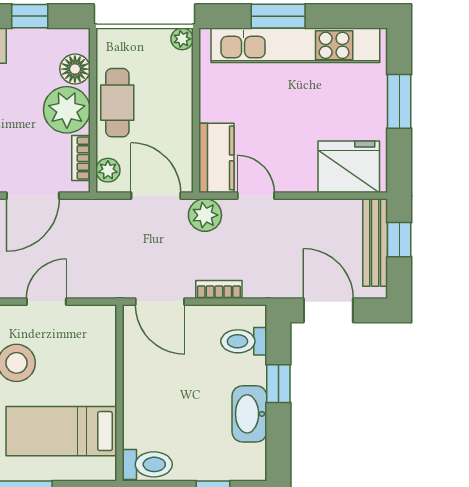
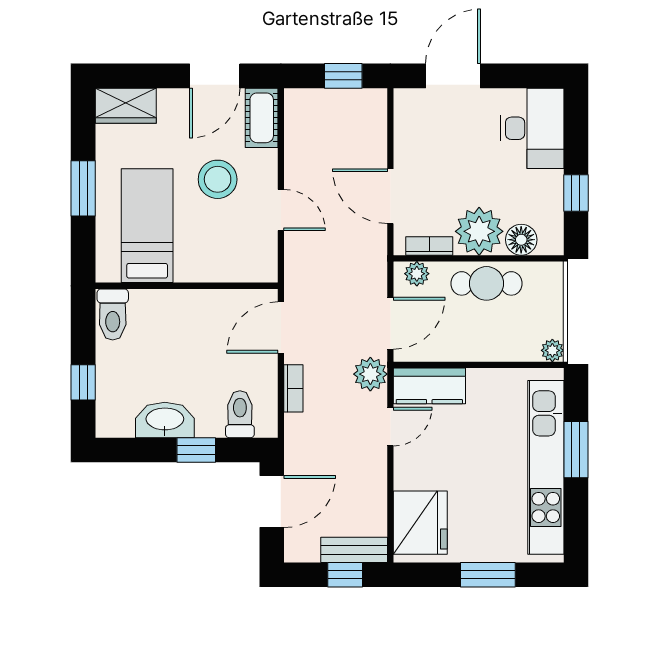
bench: (375, 242) -> (354, 550), width x0.73

